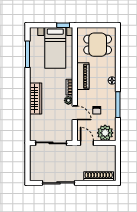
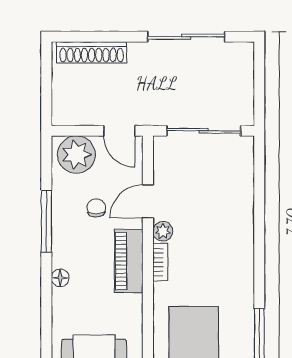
piano: (83, 76) -> (129, 261), moved
wardrobe: (36, 98) -> (240, 235), removed
door: (75, 113) -> (148, 201), hinge flipped

